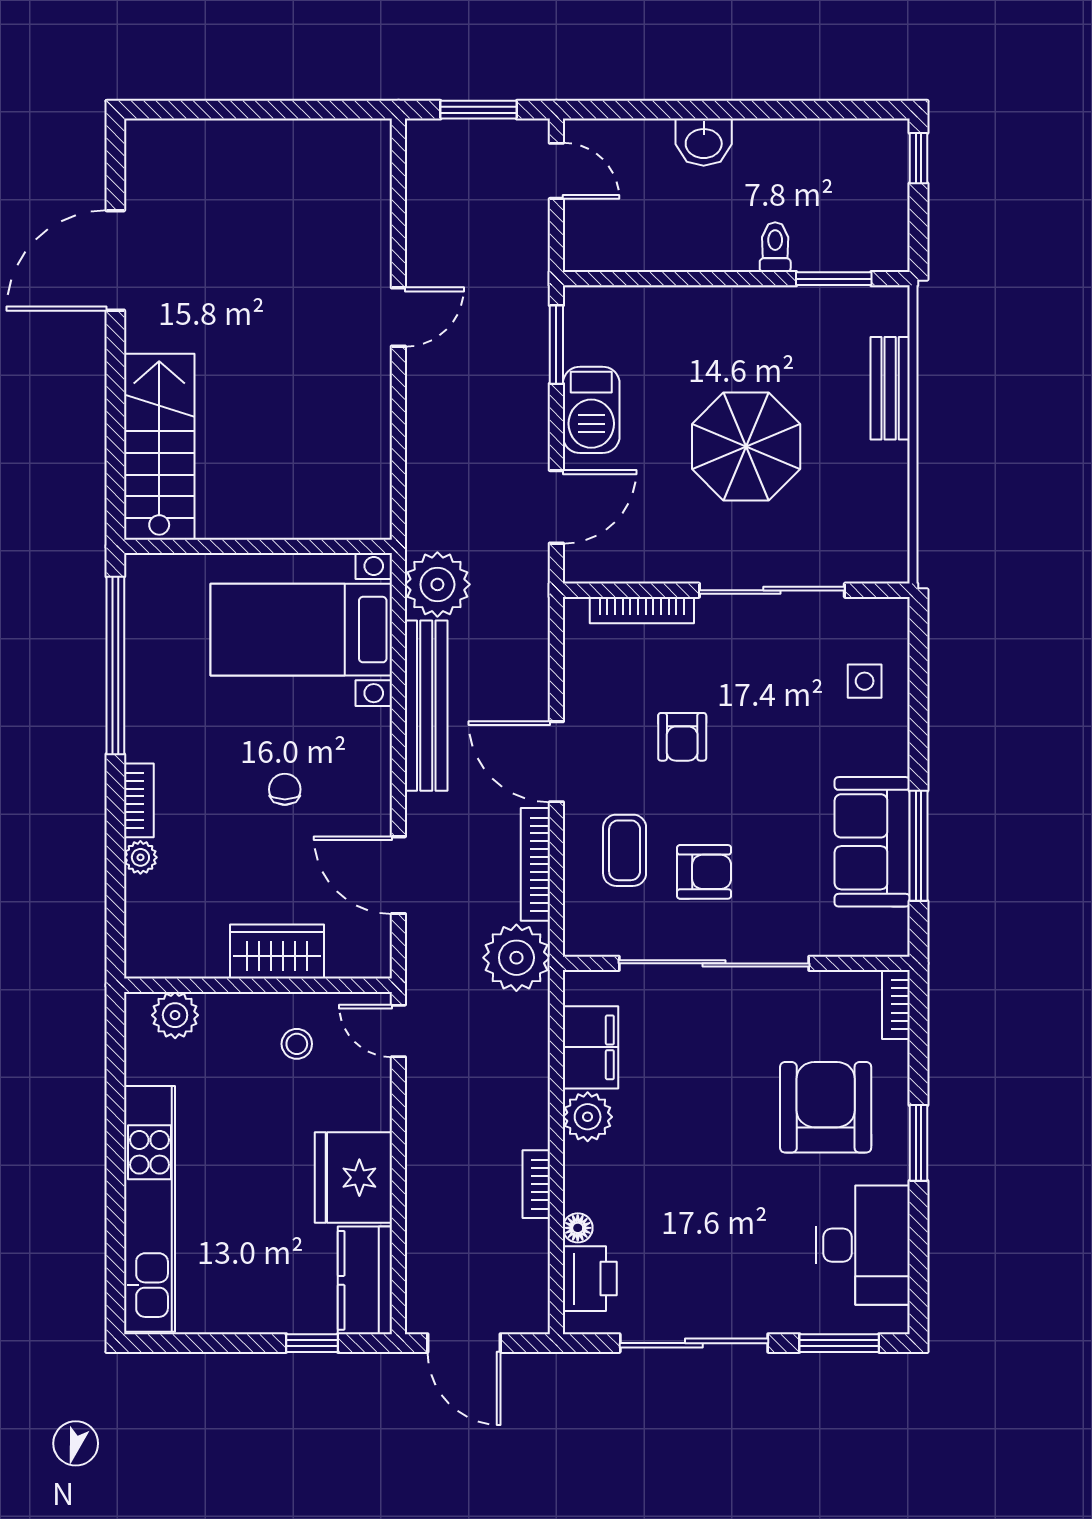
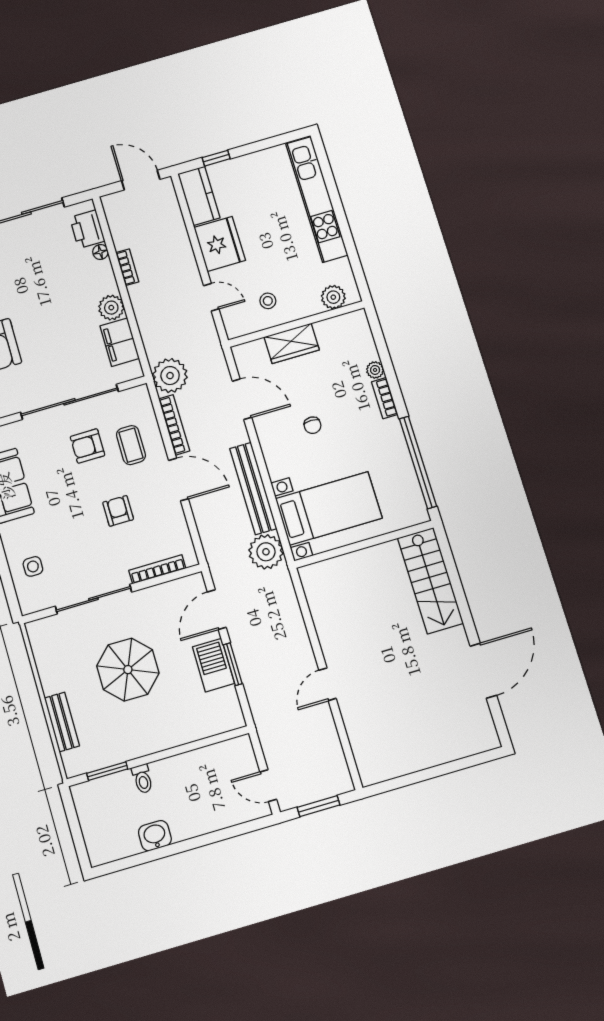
washbasin: (704, 142) -> (155, 836), moved
window: (919, 158) -> (81, 848), removed
window: (556, 345) -> (233, 664), moved
door: (398, 1031) -> (211, 297), moved

